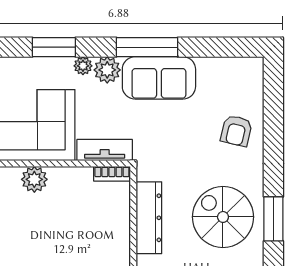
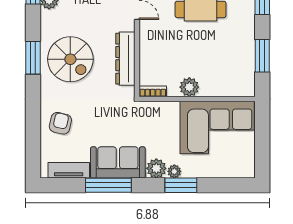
window: (54, 47) -> (181, 185), moved
window: (147, 47) -> (108, 185), moved
tv unit: (105, 150) -> (69, 170), moved, turned 180
plant: (34, 179) -> (189, 87), moved

